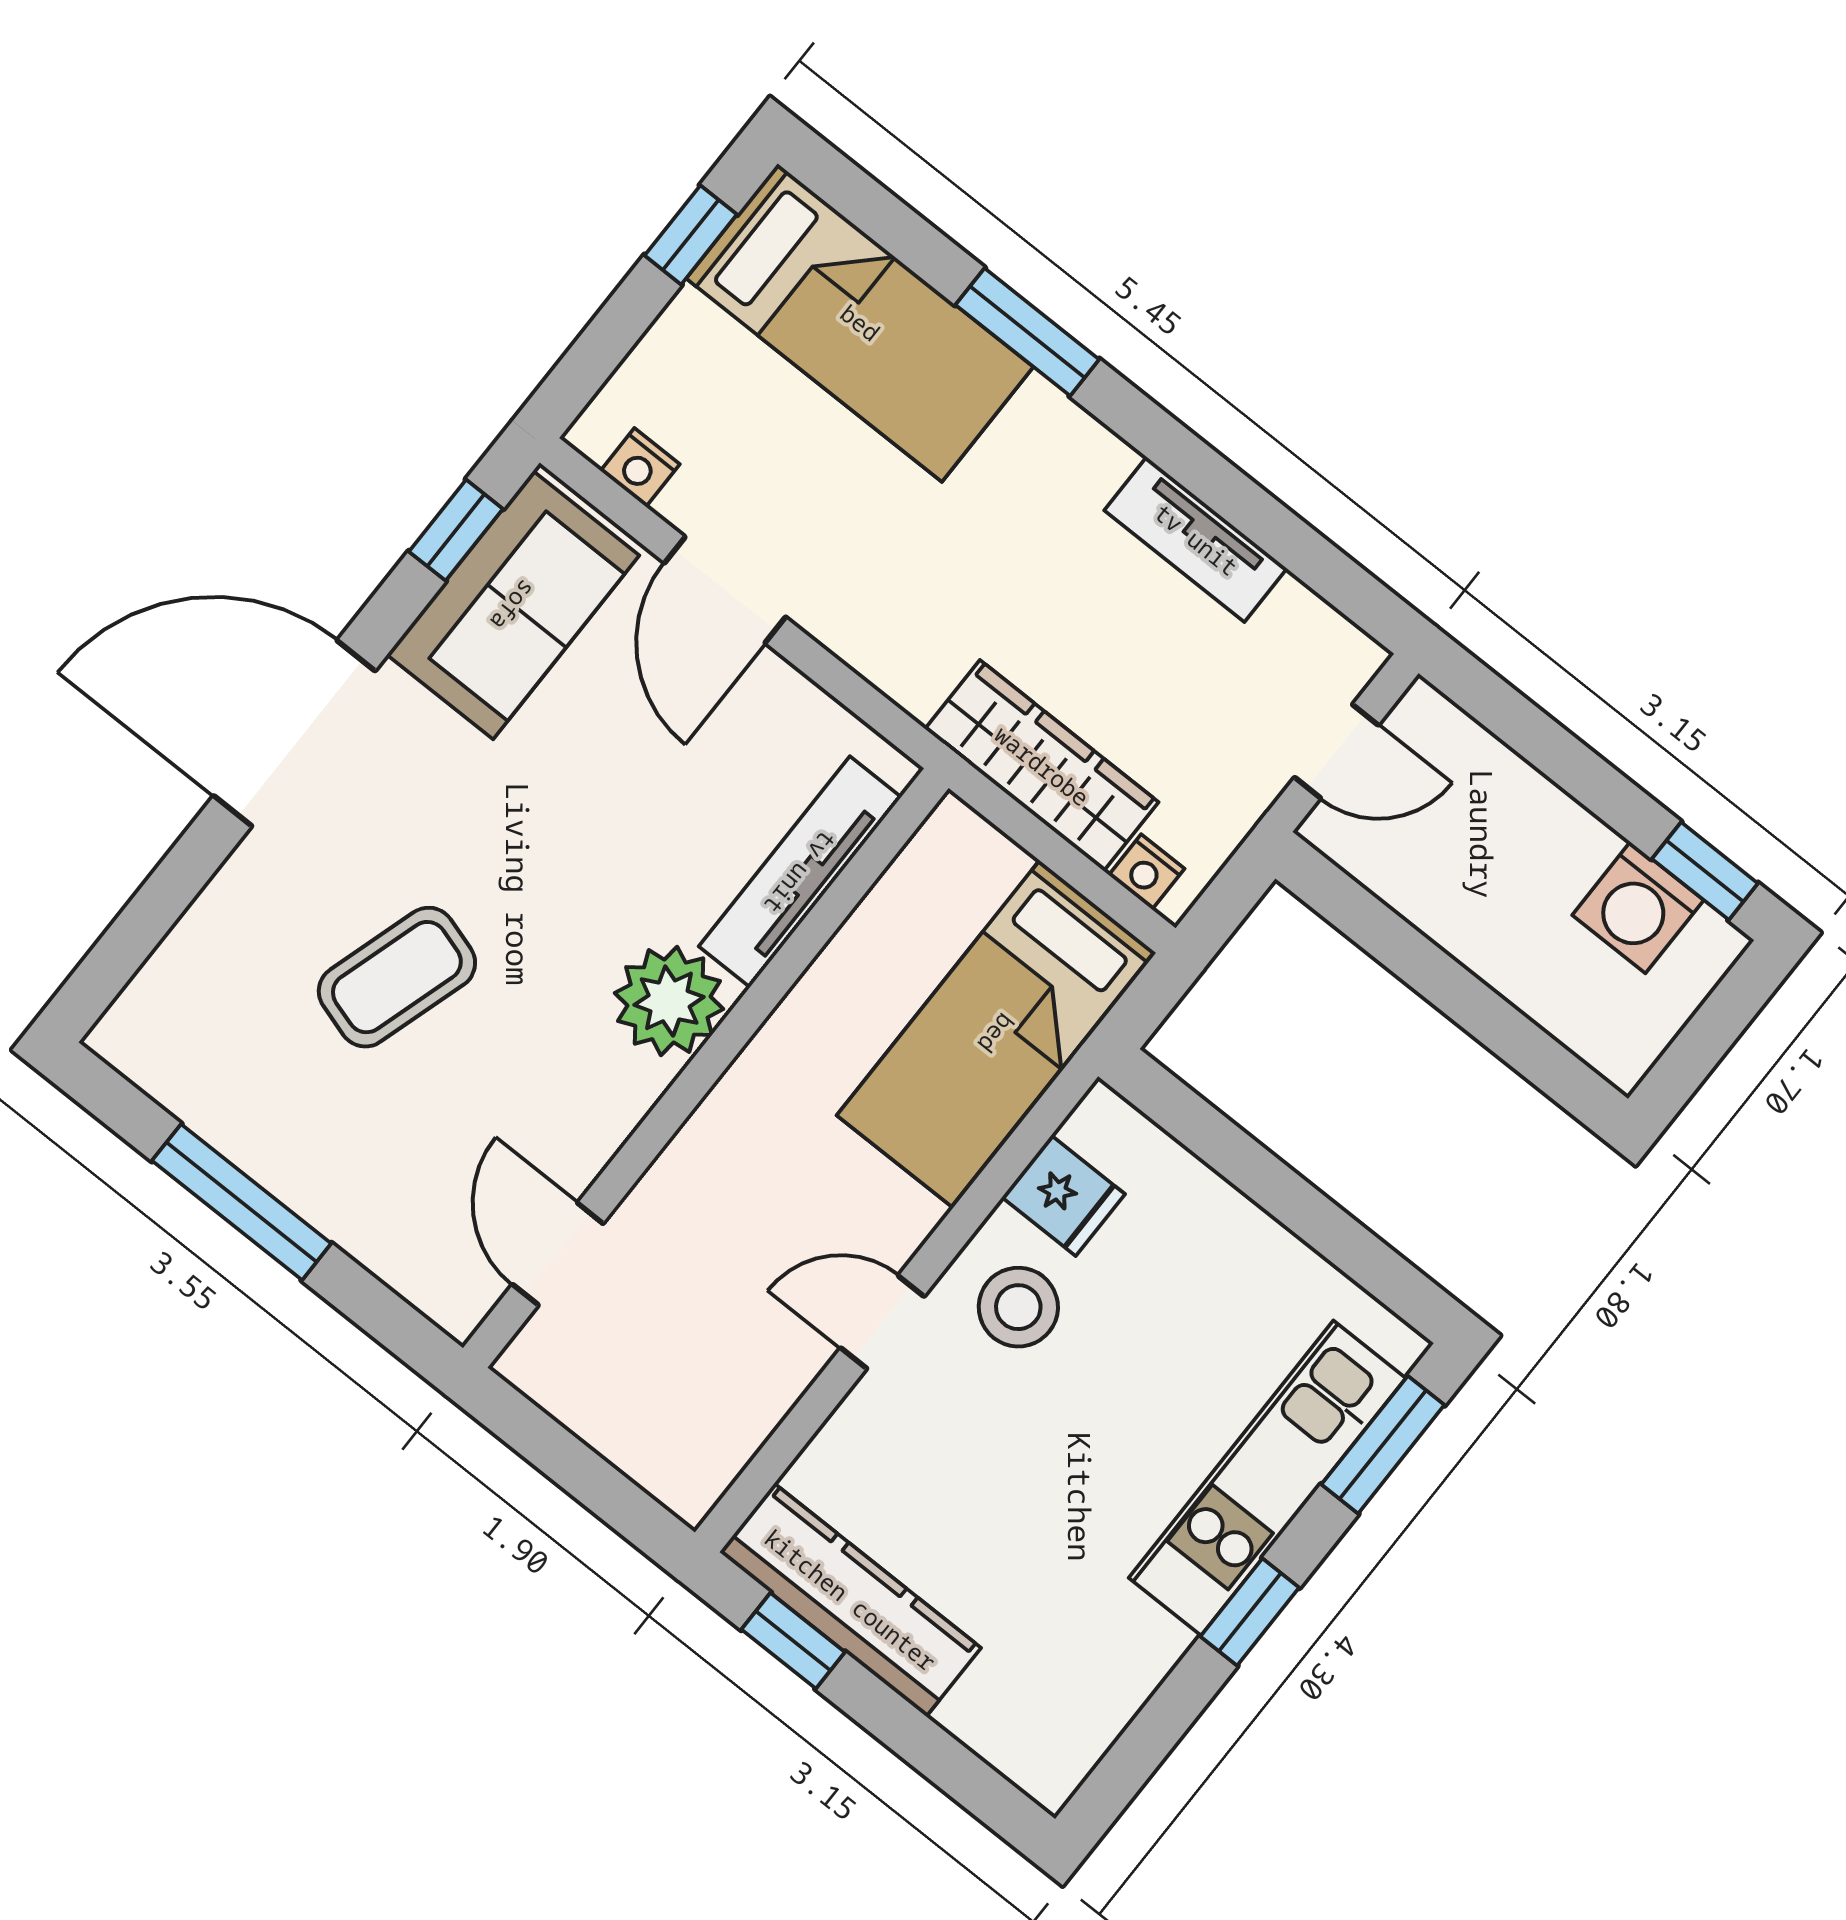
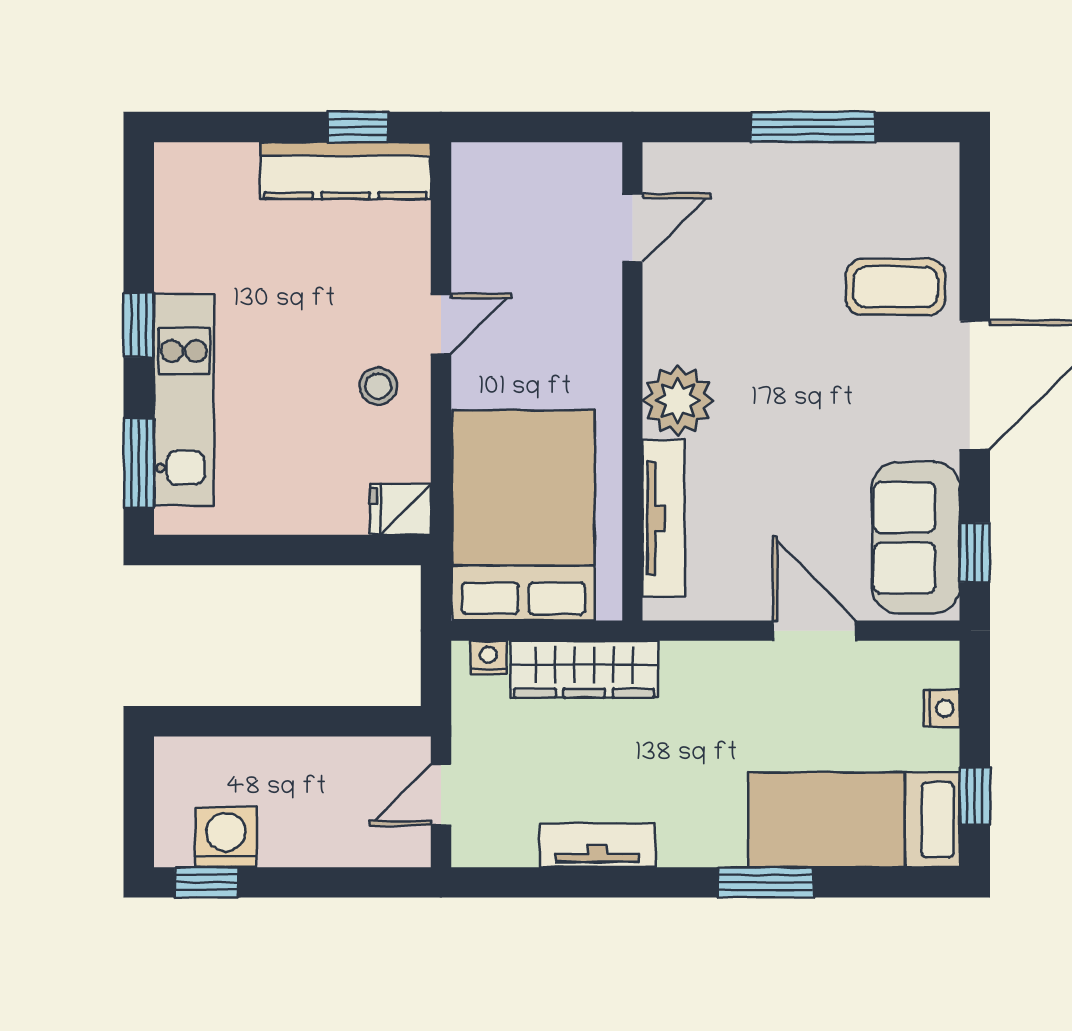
nightstand: (640, 467) -> (942, 708), moved, turned 90
coffee table: (397, 977) -> (896, 287), moved, turned 73
bed: (996, 1033) -> (523, 515), width x1.50
fridge: (1063, 1196) -> (400, 509), moved
door: (558, 1254) -> (632, 228), hinge flipped
stool: (1018, 1307) -> (378, 386), width x0.73, depth x0.73

